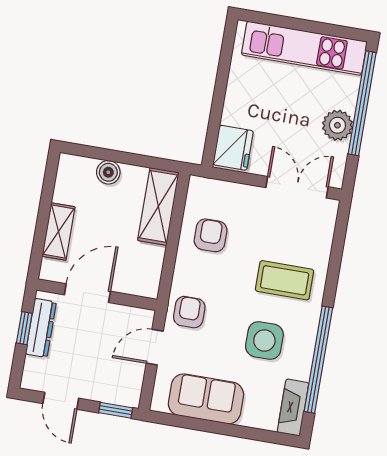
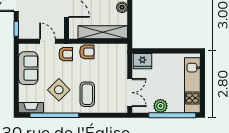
shelving: (158, 206) -> (103, 32), width x1.47
armchair: (211, 235) -> (87, 52), moved
side table: (264, 340) -> (59, 90), turned 45

